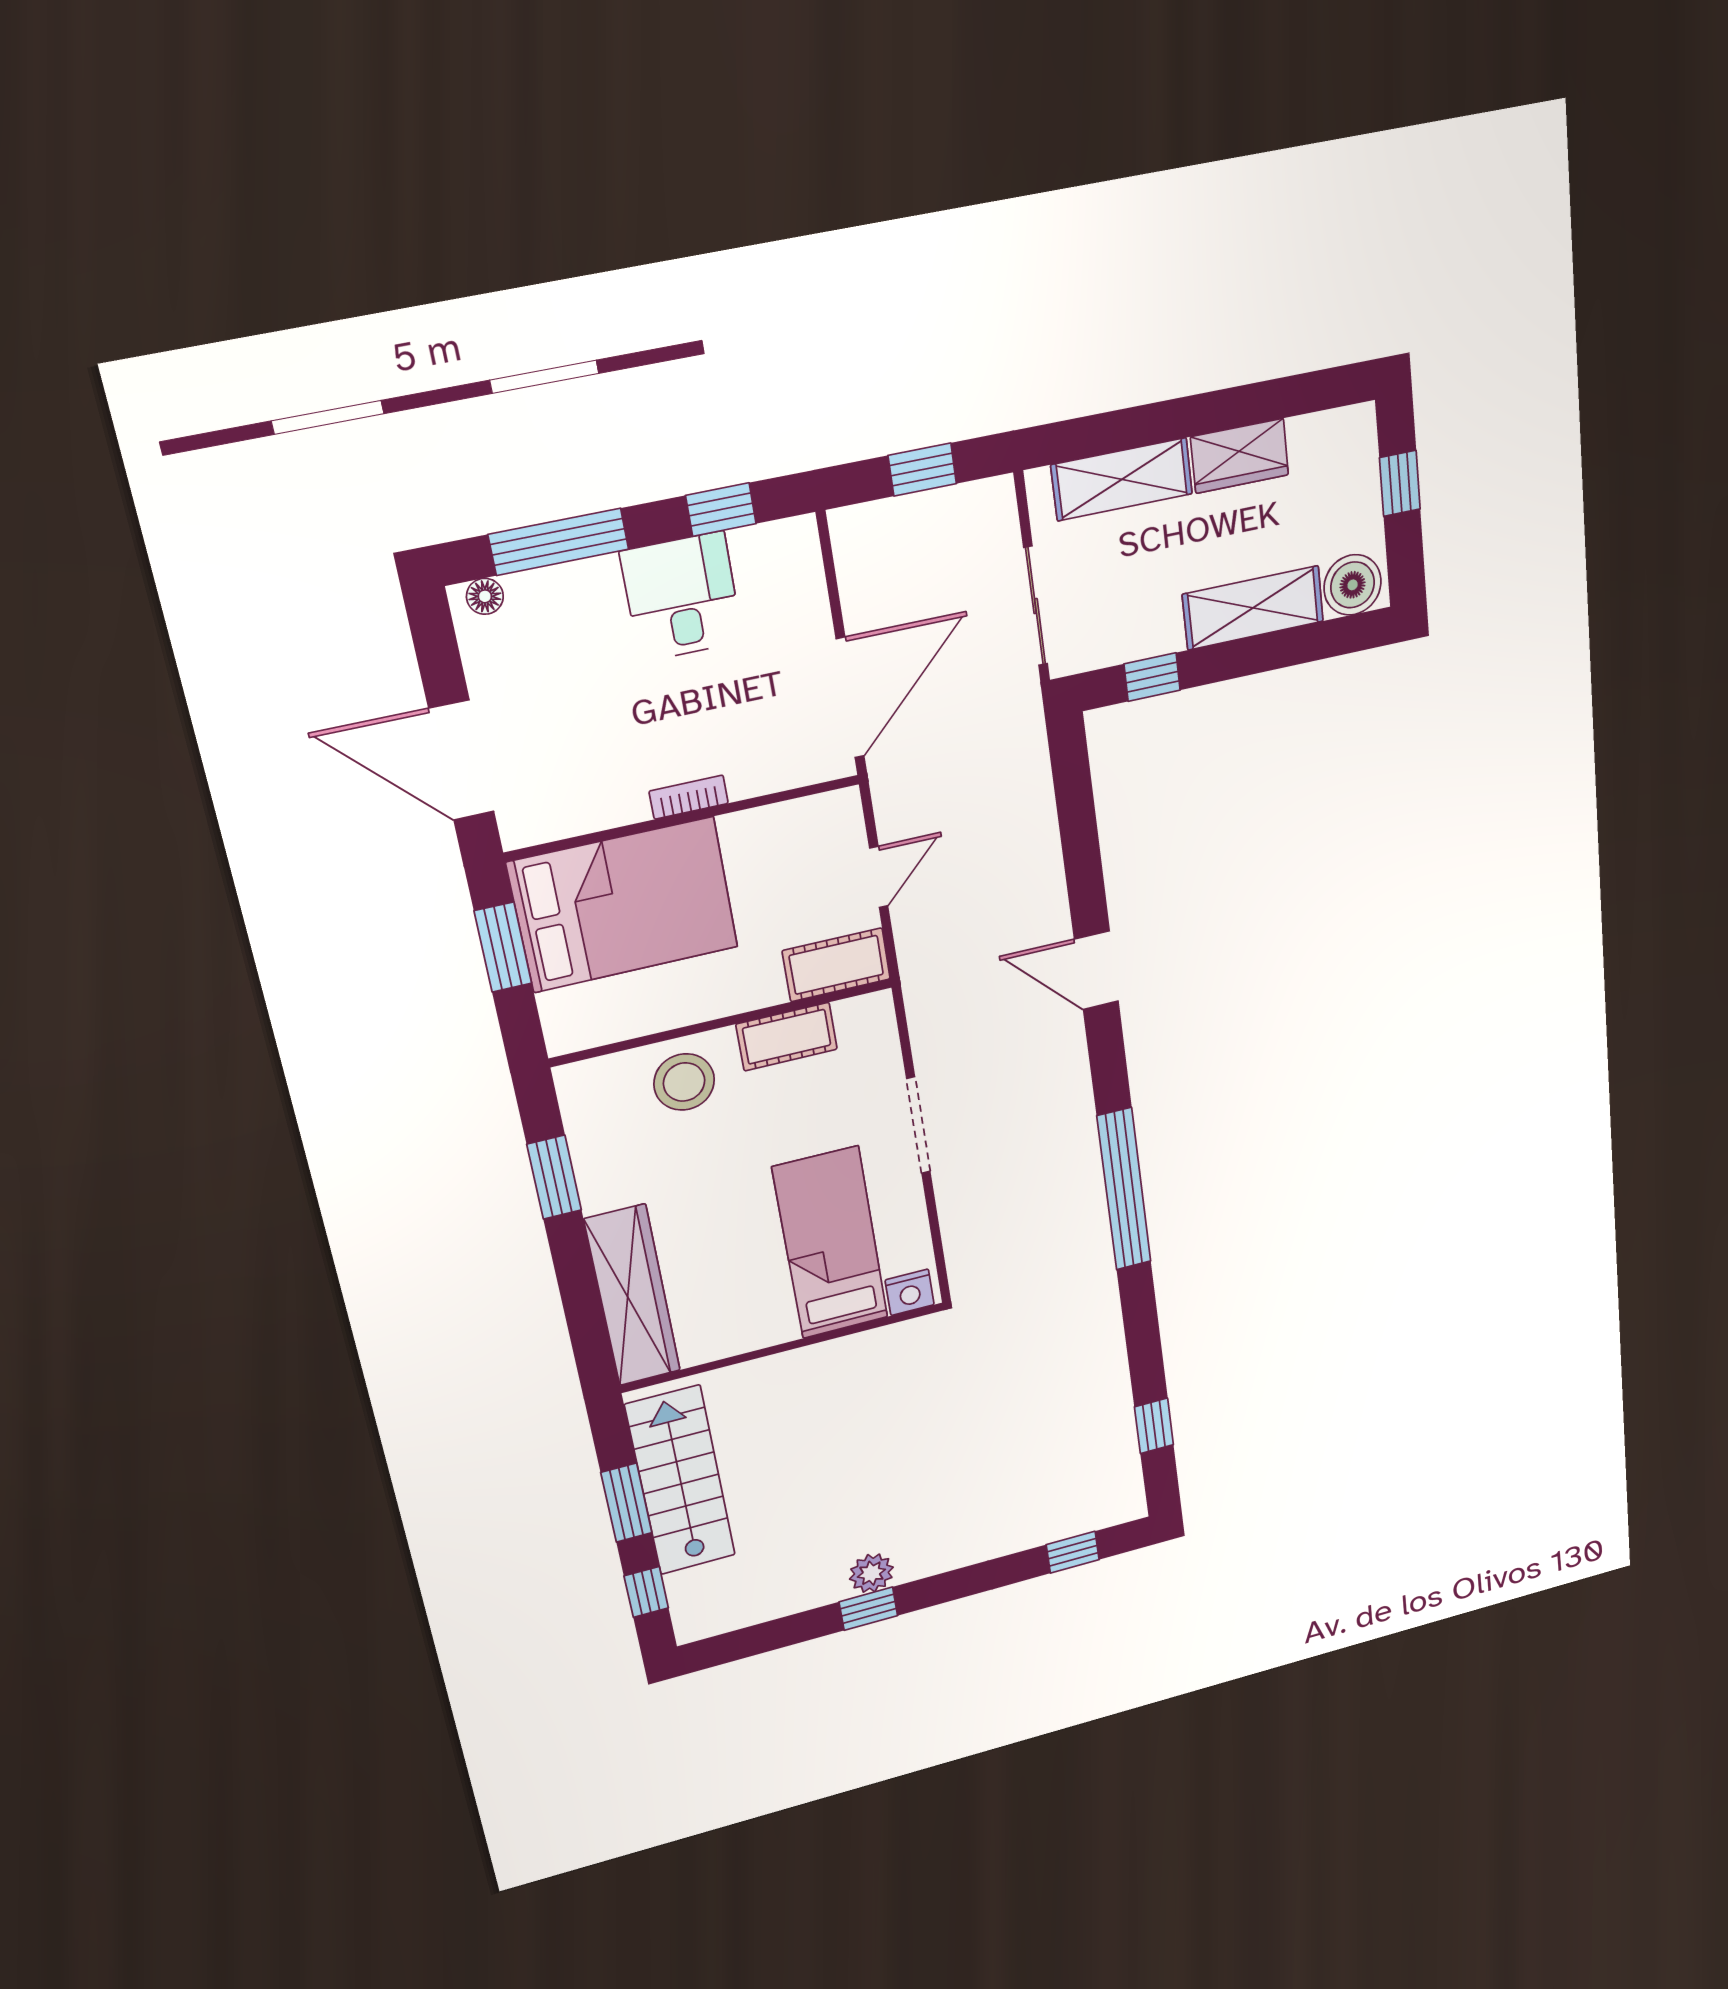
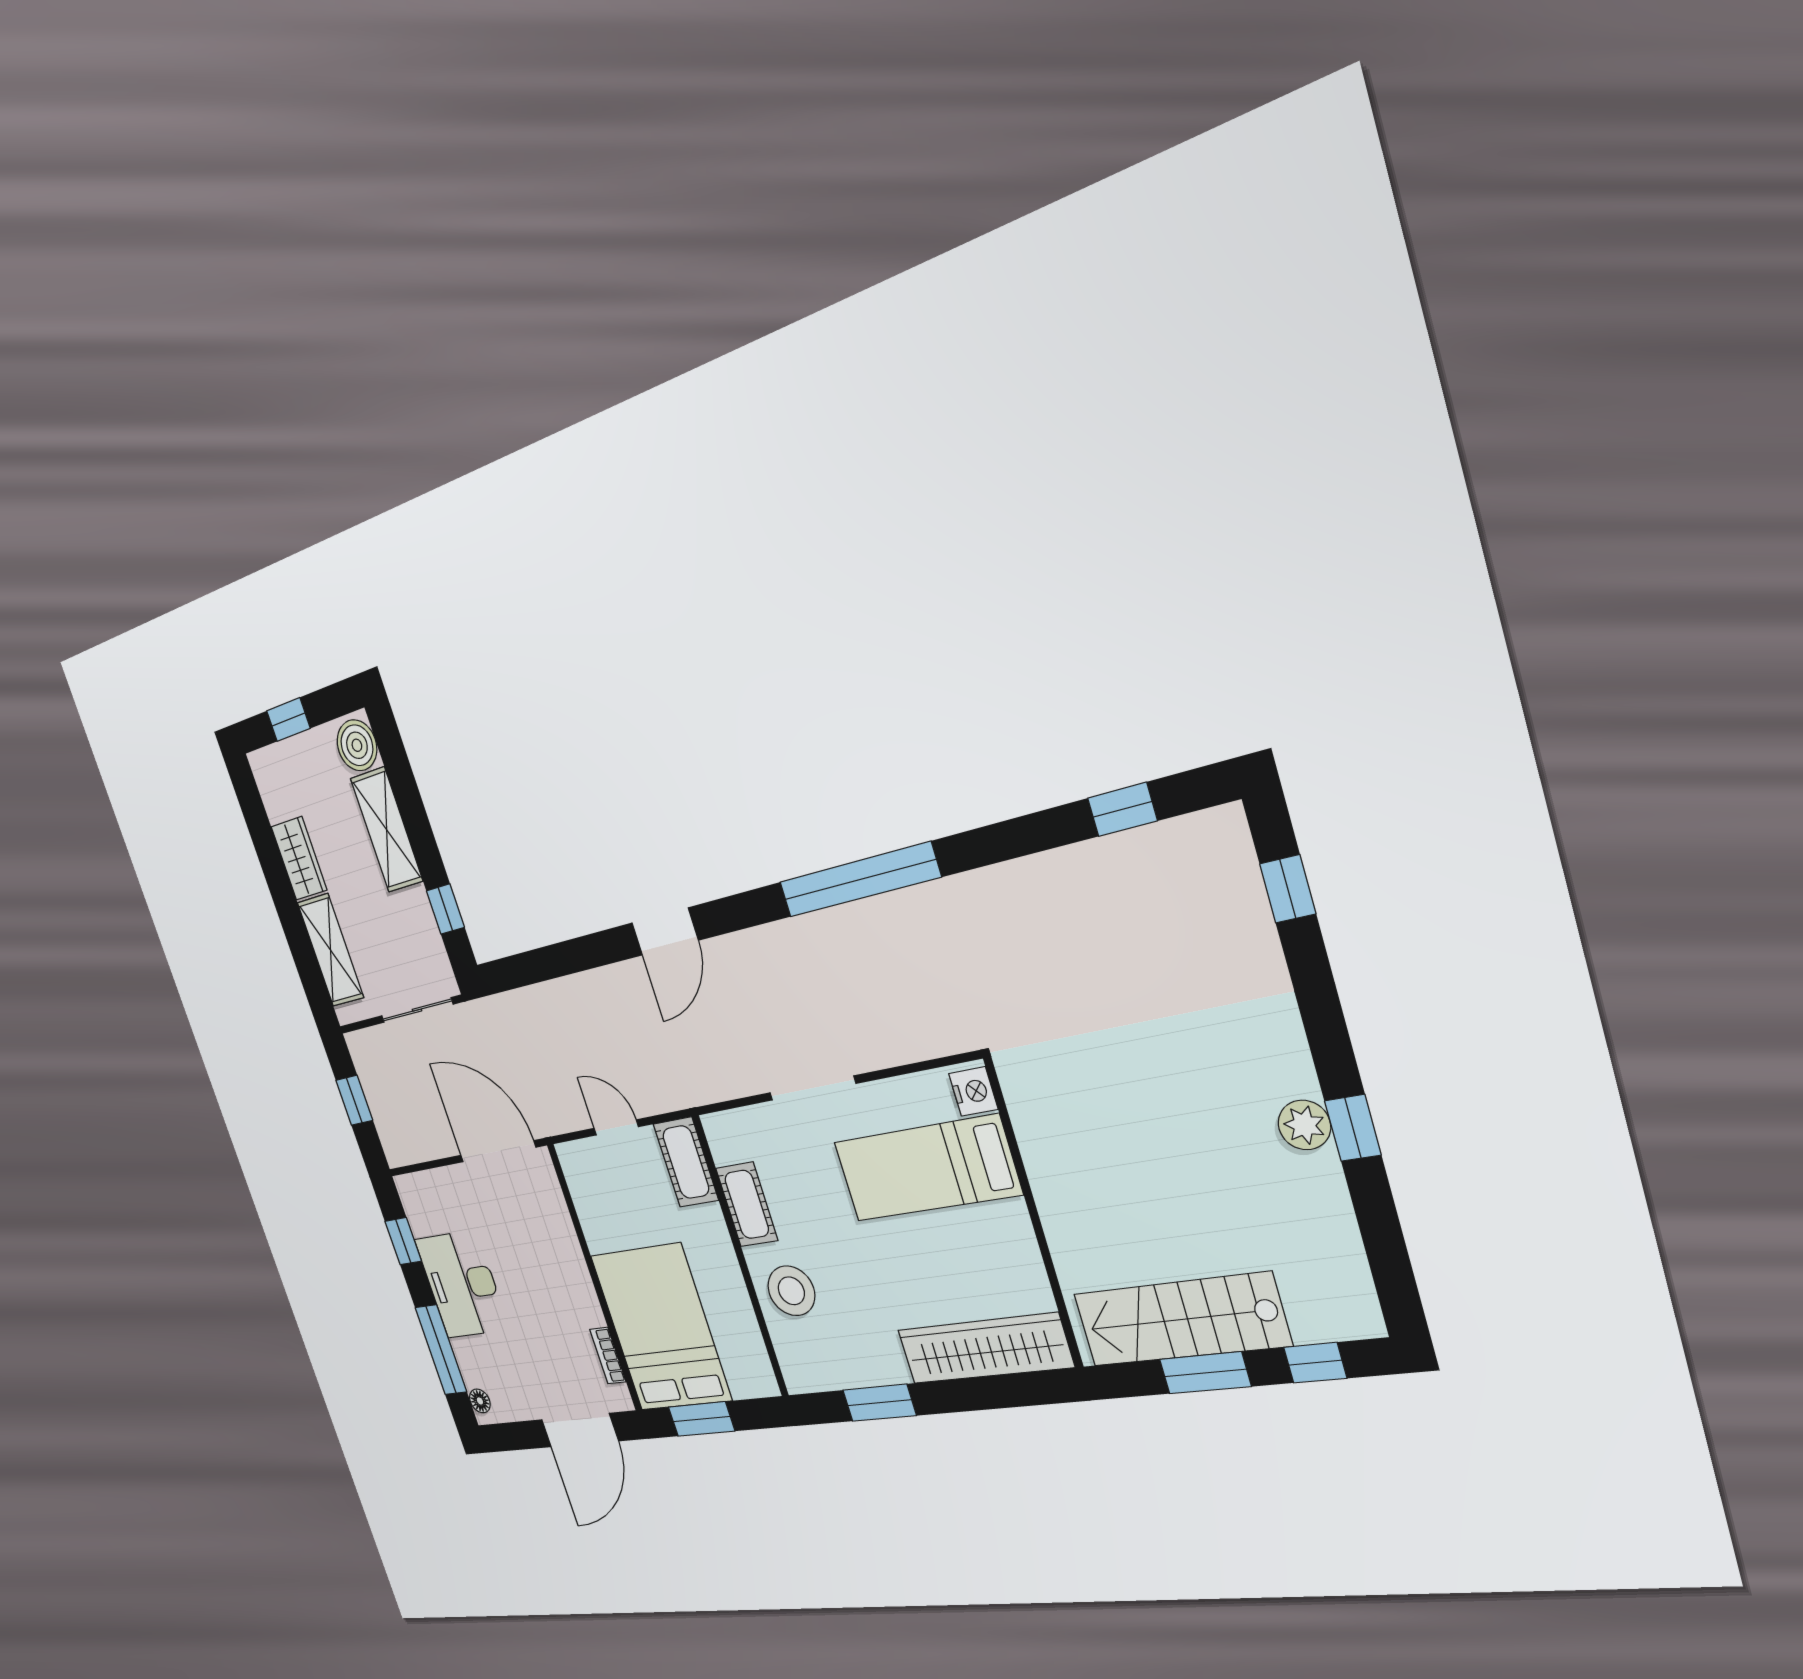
desk: (682, 597) -> (462, 1284), width x1.37
bookcase: (689, 797) -> (608, 1356), moved

